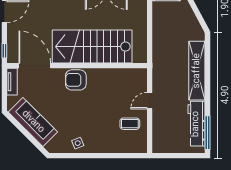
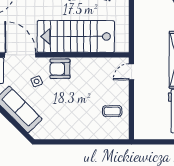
door: (150, 101) -> (131, 72), moved
side table: (78, 143) -> (37, 81), moved

